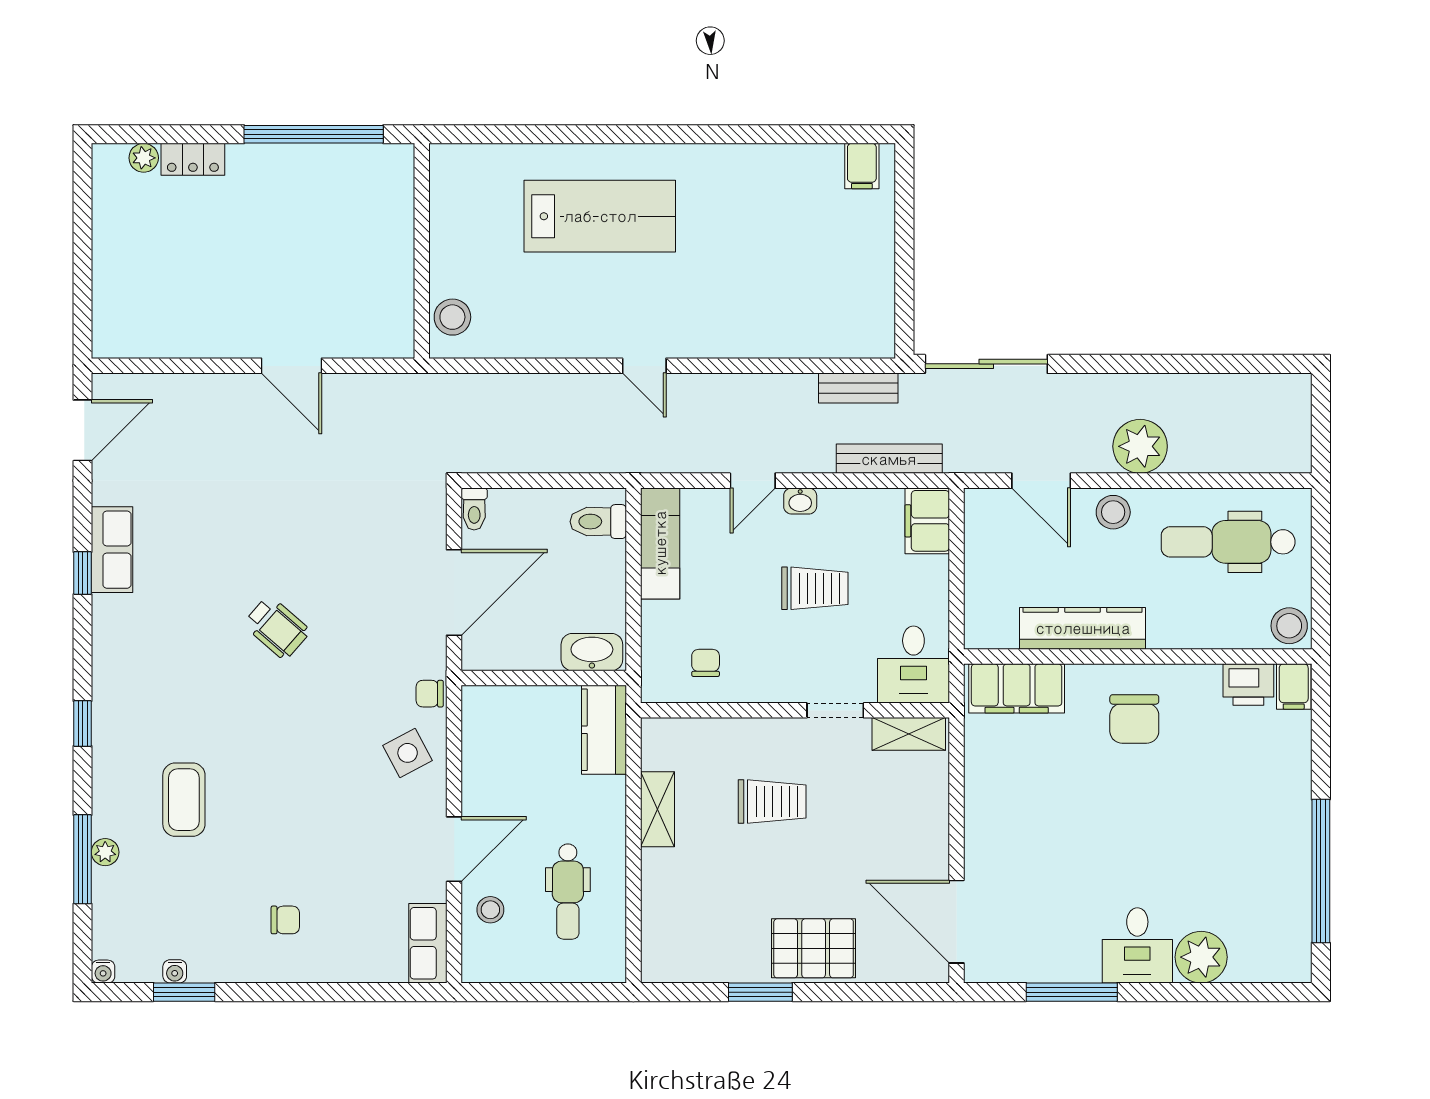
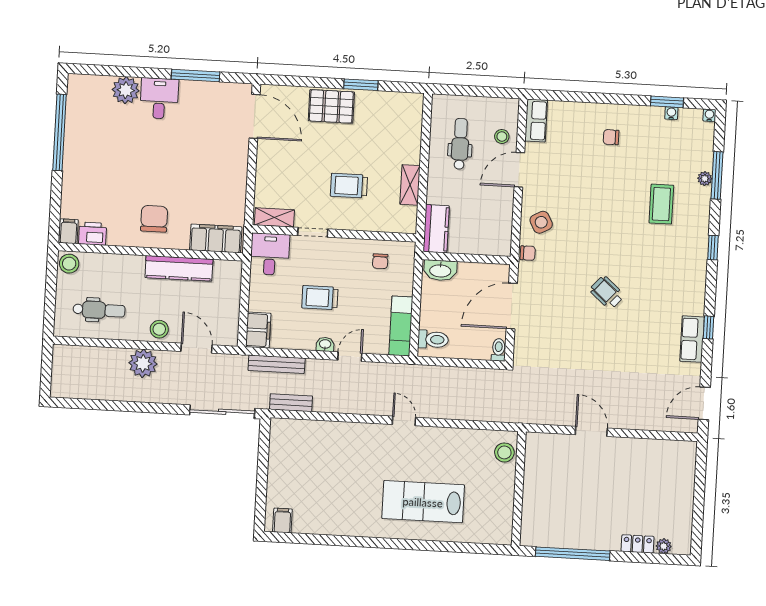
dental chair: (1228, 542) -> (99, 310), width x0.73, depth x0.72

